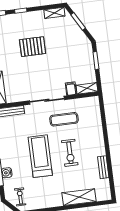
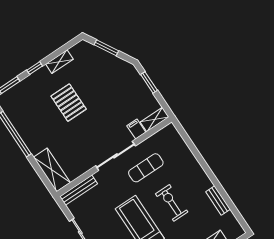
shelving: (54, 13) -> (59, 62), moved
pallet: (33, 47) -> (69, 103), turned 90
exercise bike: (70, 153) -> (172, 203), turned 180

